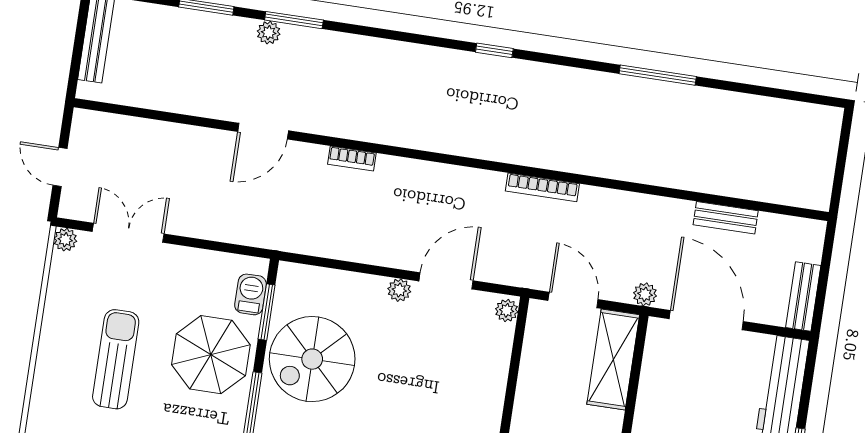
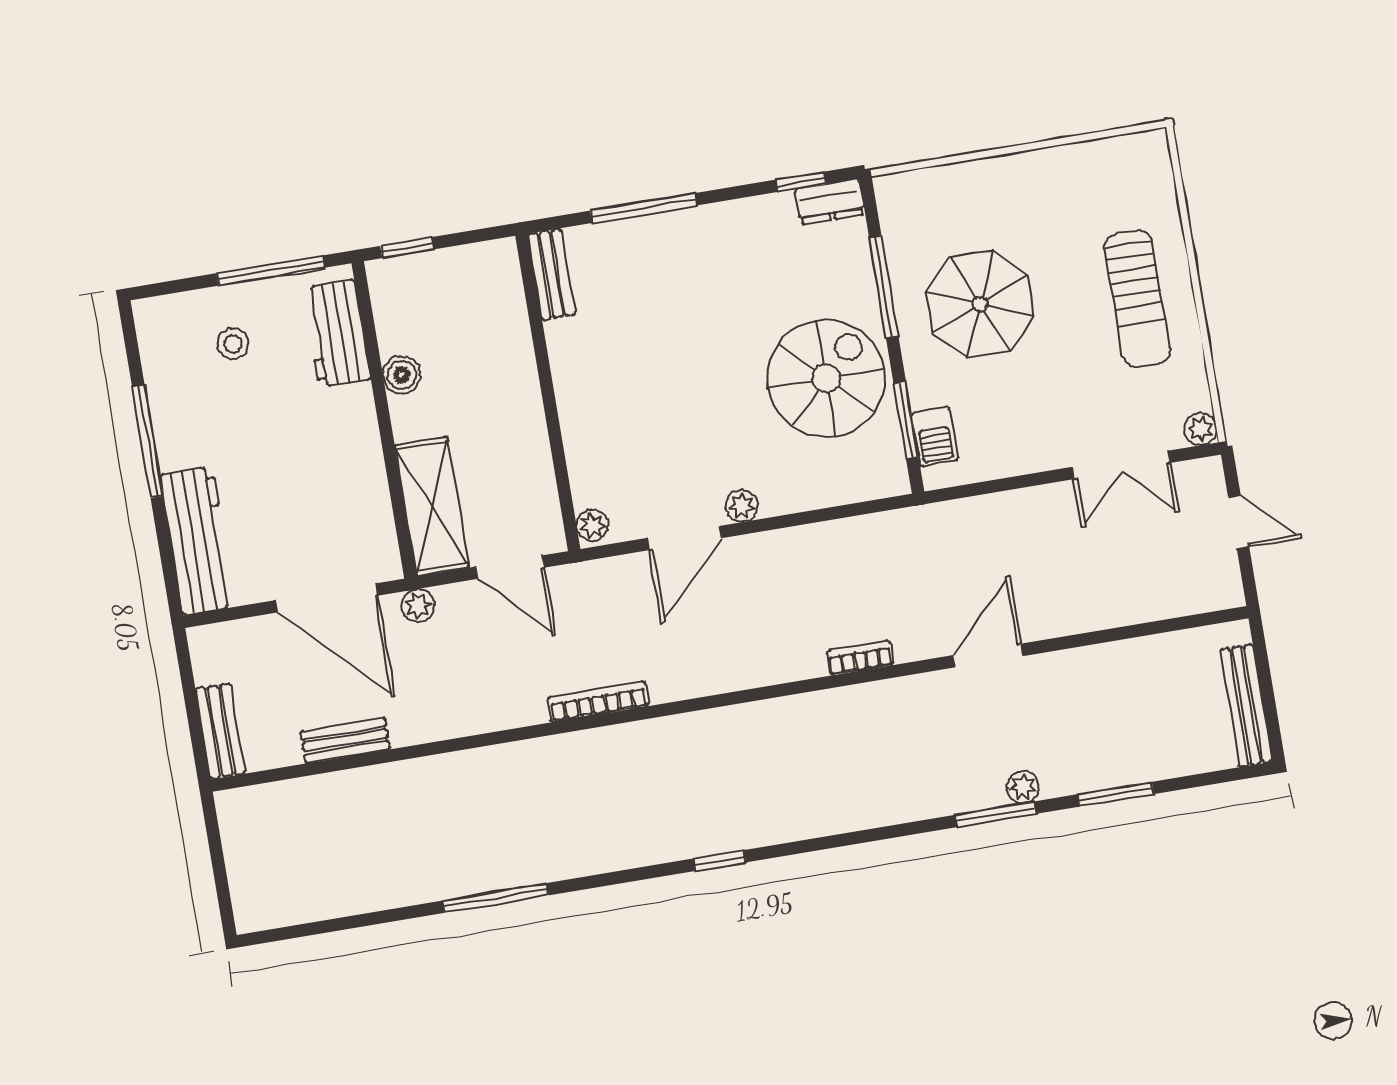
bench: (803, 296) -> (220, 731), moved
parasol: (211, 355) -> (980, 304), moved
sun lounger: (116, 359) -> (1137, 299), moved

